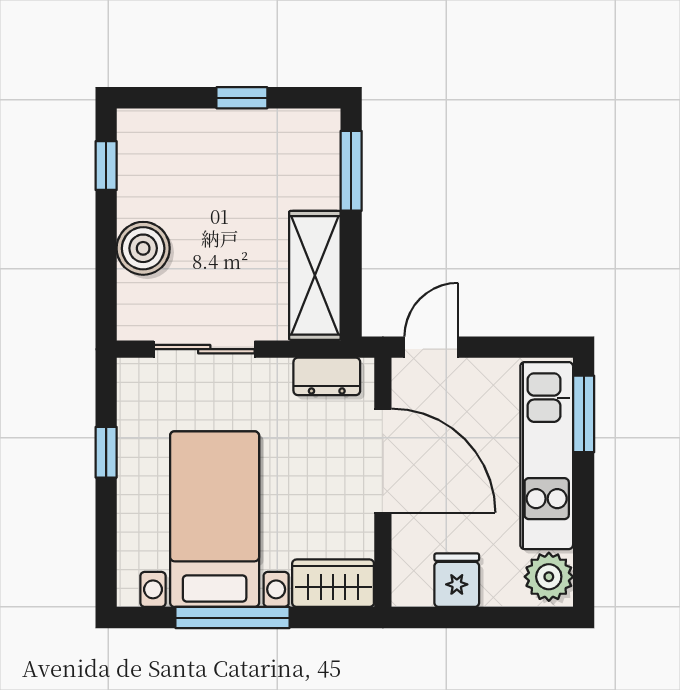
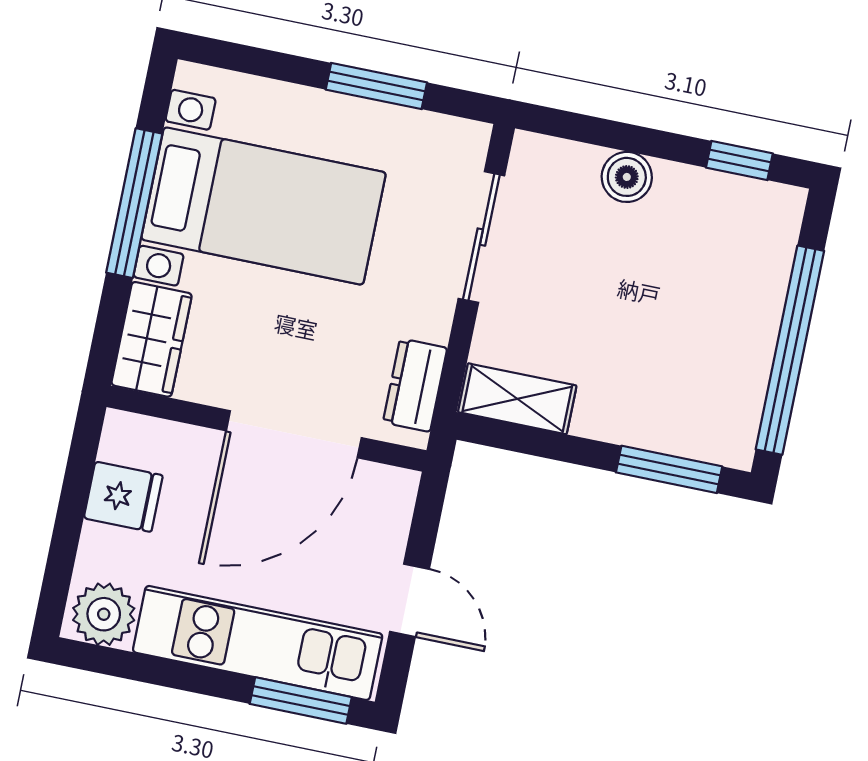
window: (242, 98) -> (790, 350), width x3.17
boiler: (143, 248) -> (627, 177), width x0.73, depth x0.73
shelving: (315, 275) -> (517, 399), width x0.67, depth x0.75
door: (431, 347) -> (410, 600), moved
window: (106, 452) -> (376, 86), width x1.50

